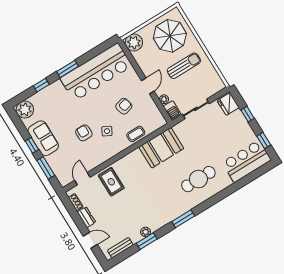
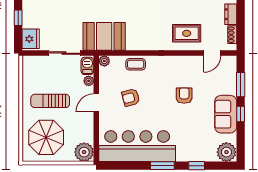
plant: (161, 122) -> (104, 61), added
side table: (107, 131) -> (161, 84), removed
armchair: (84, 133) -> (184, 96), turned 180
booth: (161, 148) -> (104, 36), moved
rug: (111, 182) -> (187, 33), turned 90

